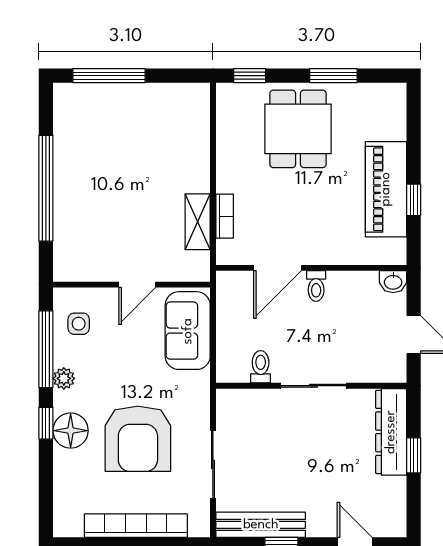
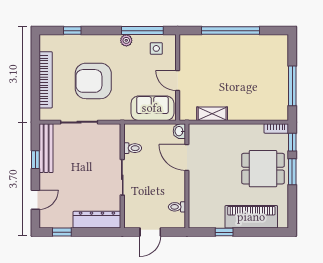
window: (109, 76) -> (292, 86), moved
window: (333, 76) -> (292, 172), moved
piano: (386, 189) -> (251, 217), moved
bookcase: (225, 216) -> (276, 128), moved
washbasin: (393, 282) -> (179, 131), moved
toilet: (316, 286) -> (177, 207), moved
window: (46, 423) -> (72, 31), moved
floor lamp: (71, 431) -> (98, 44), removed
window: (414, 455) -> (62, 232), moved

